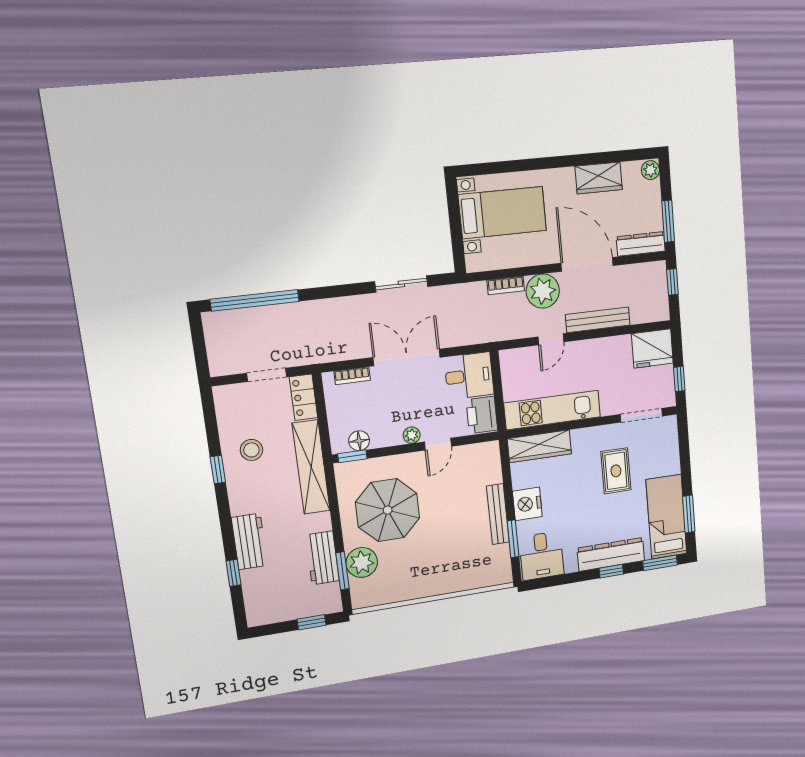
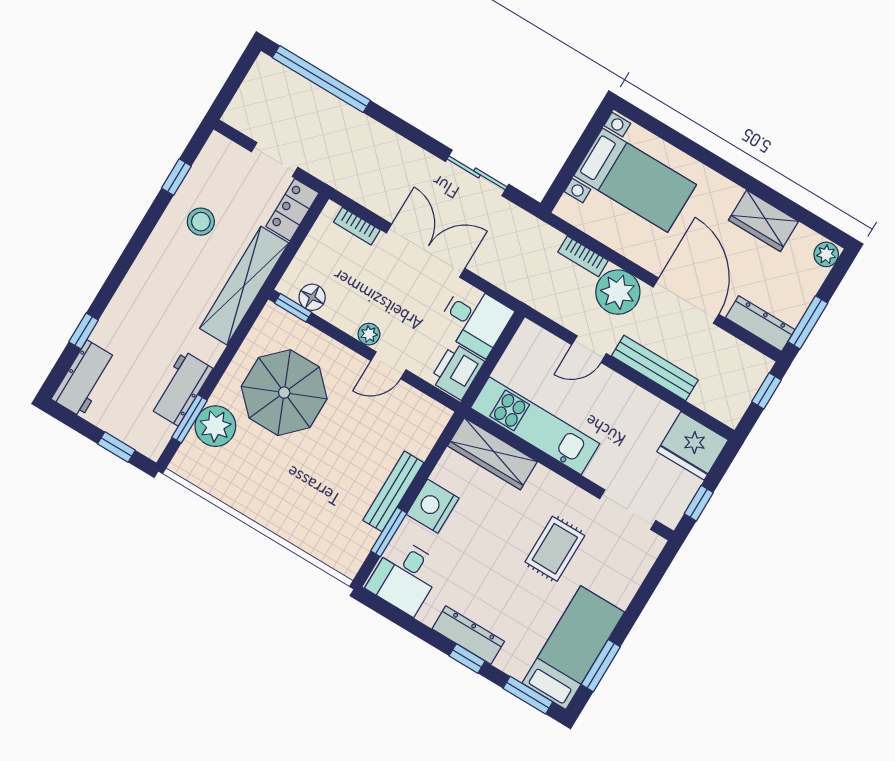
window: (218, 470) -> (176, 177), moved
workbench: (249, 542) -> (84, 379), moved
dresser: (611, 554) -> (468, 635), width x0.73, depth x0.80

